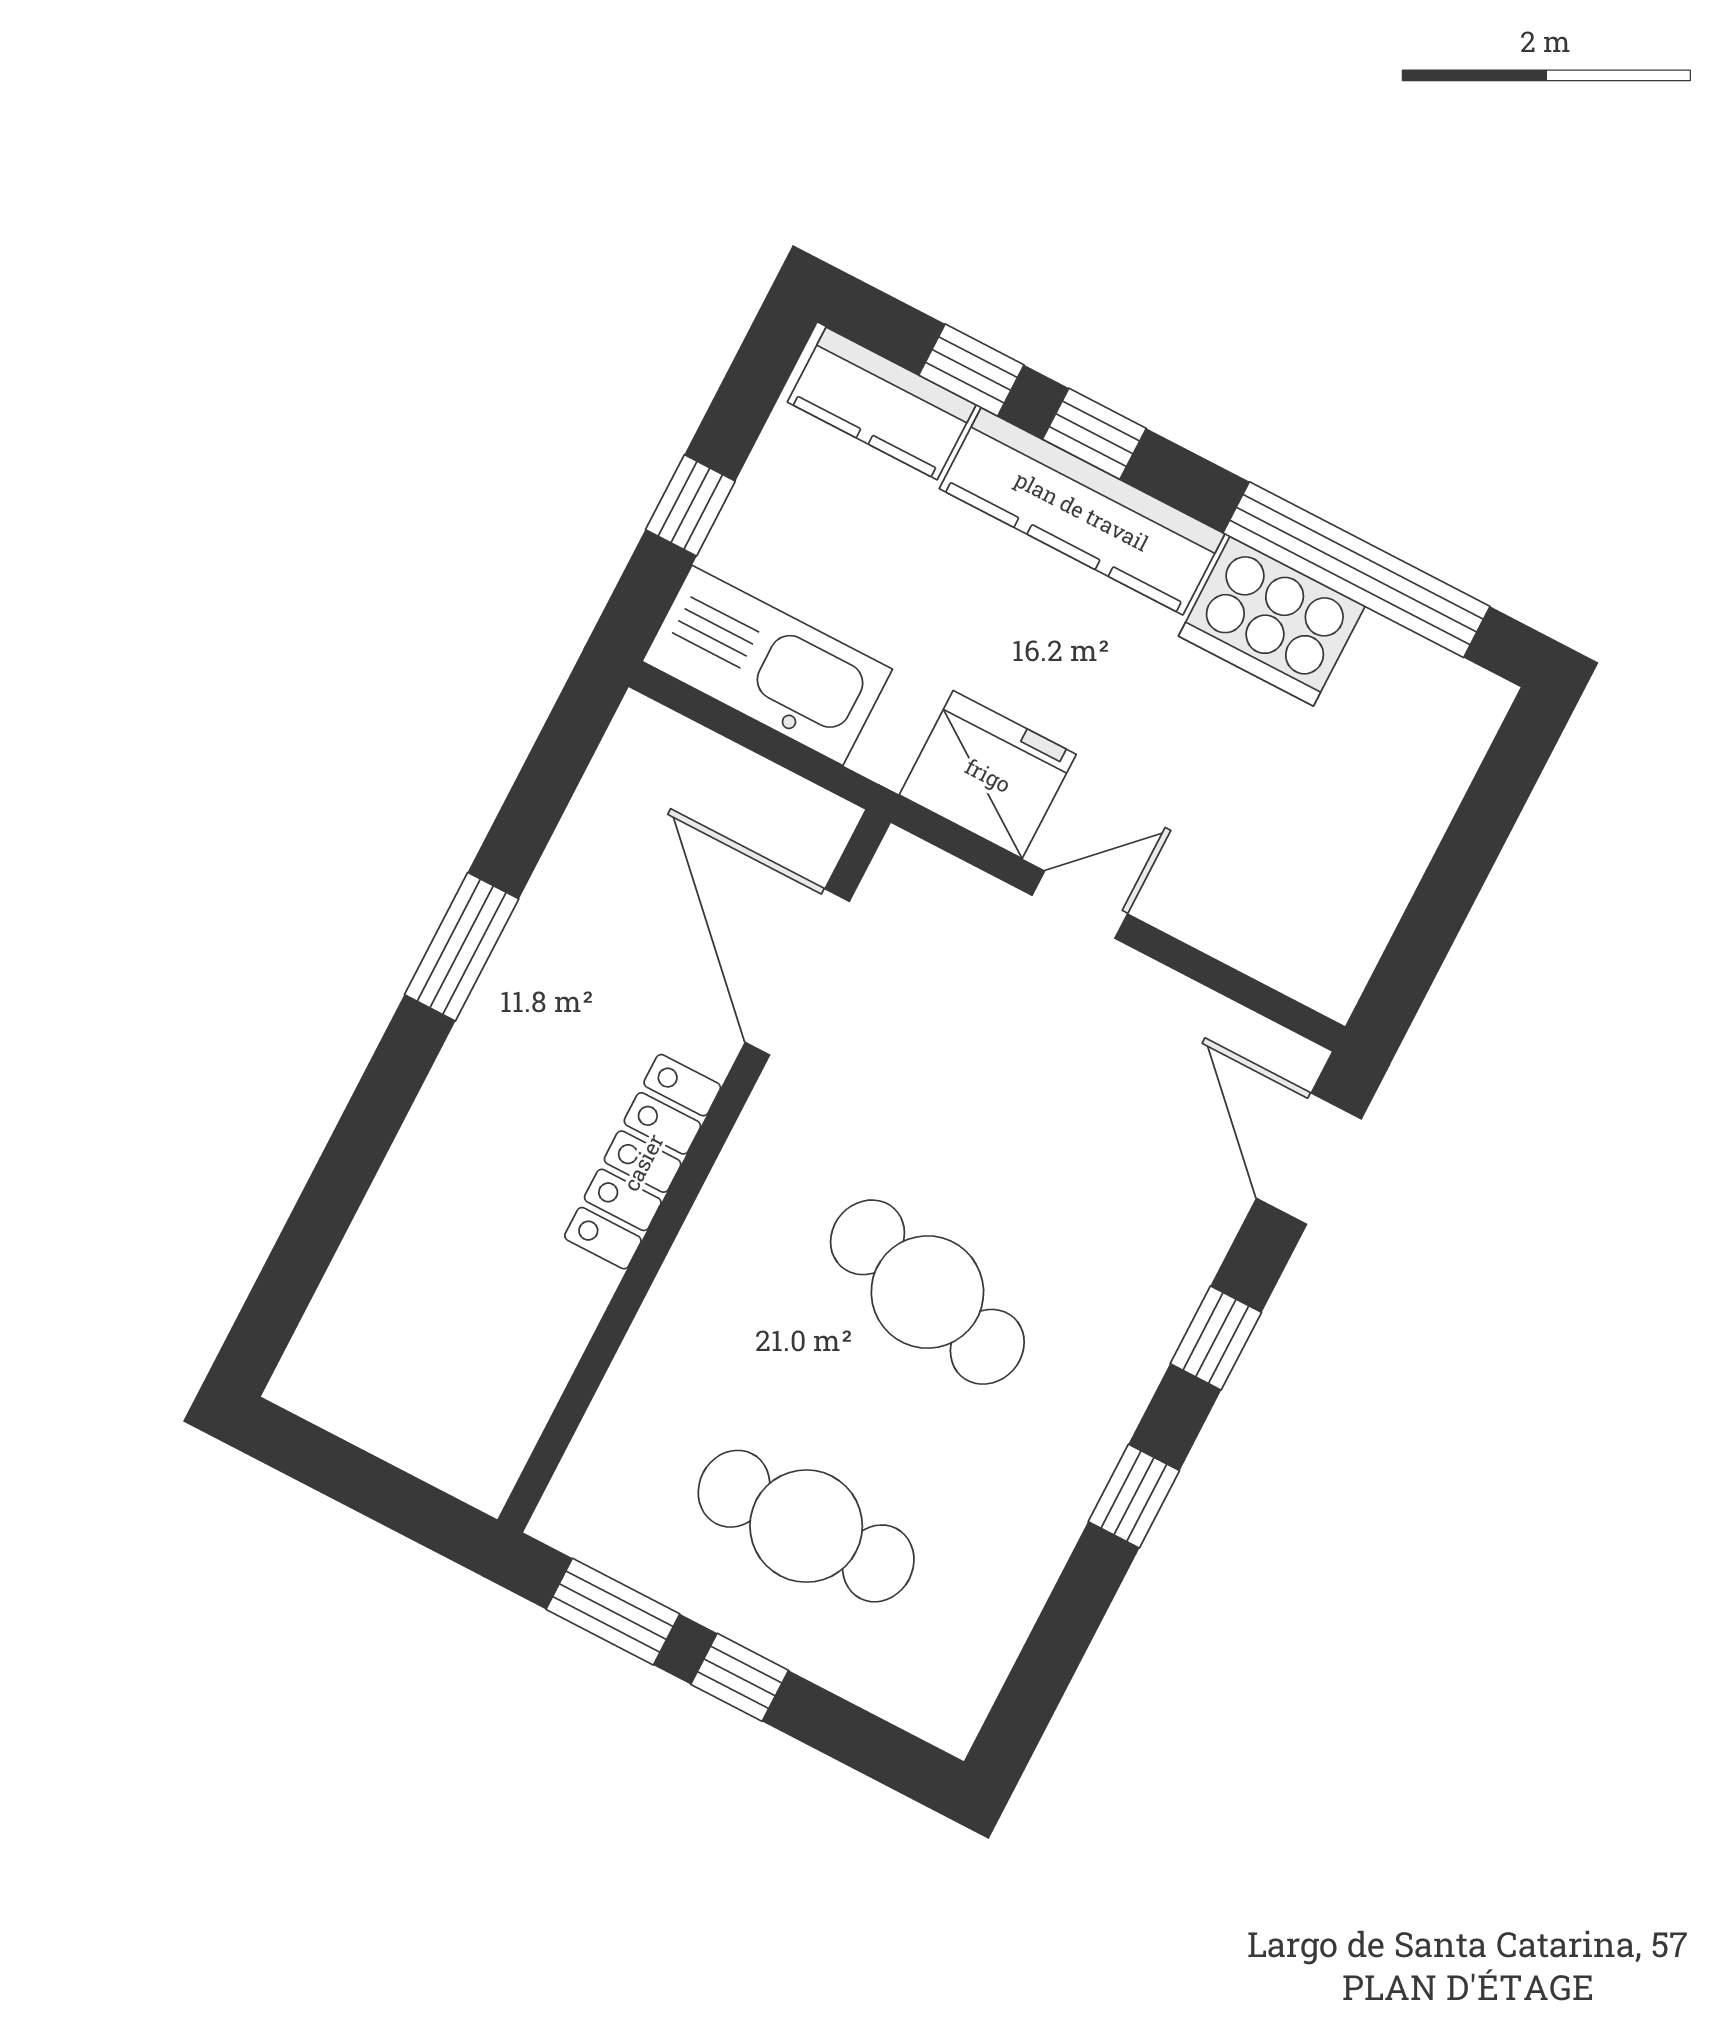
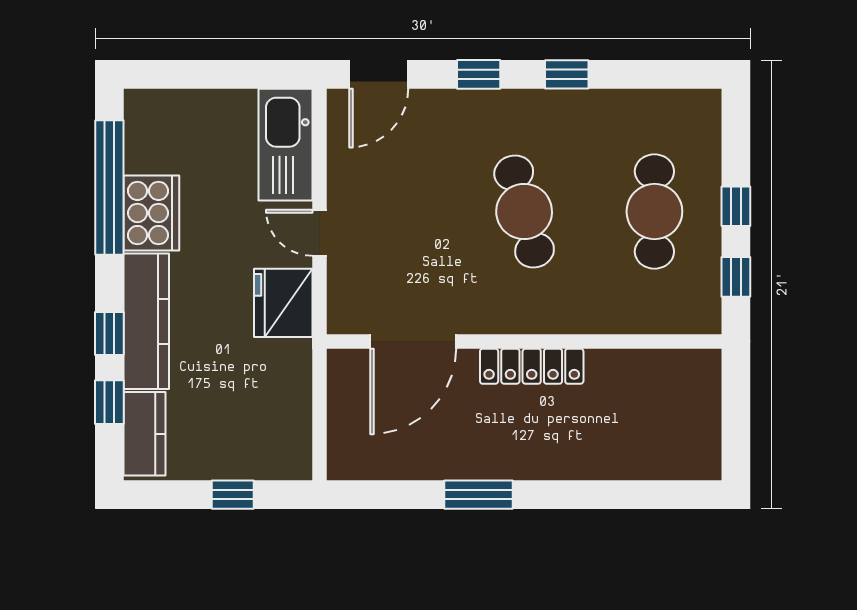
kitchen sink: (767, 665) -> (285, 145), moved
cafe table: (927, 1292) -> (524, 211), turned -30
window: (613, 1612) -> (736, 277), width x0.67

